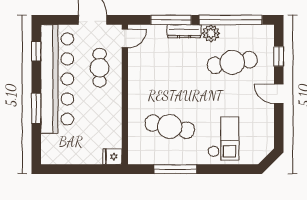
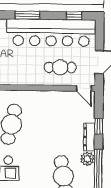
window: (171, 20) -> (99, 126), width x0.46

